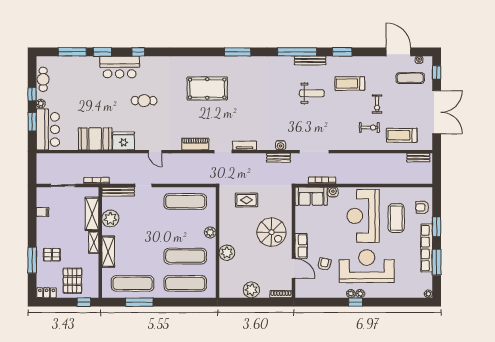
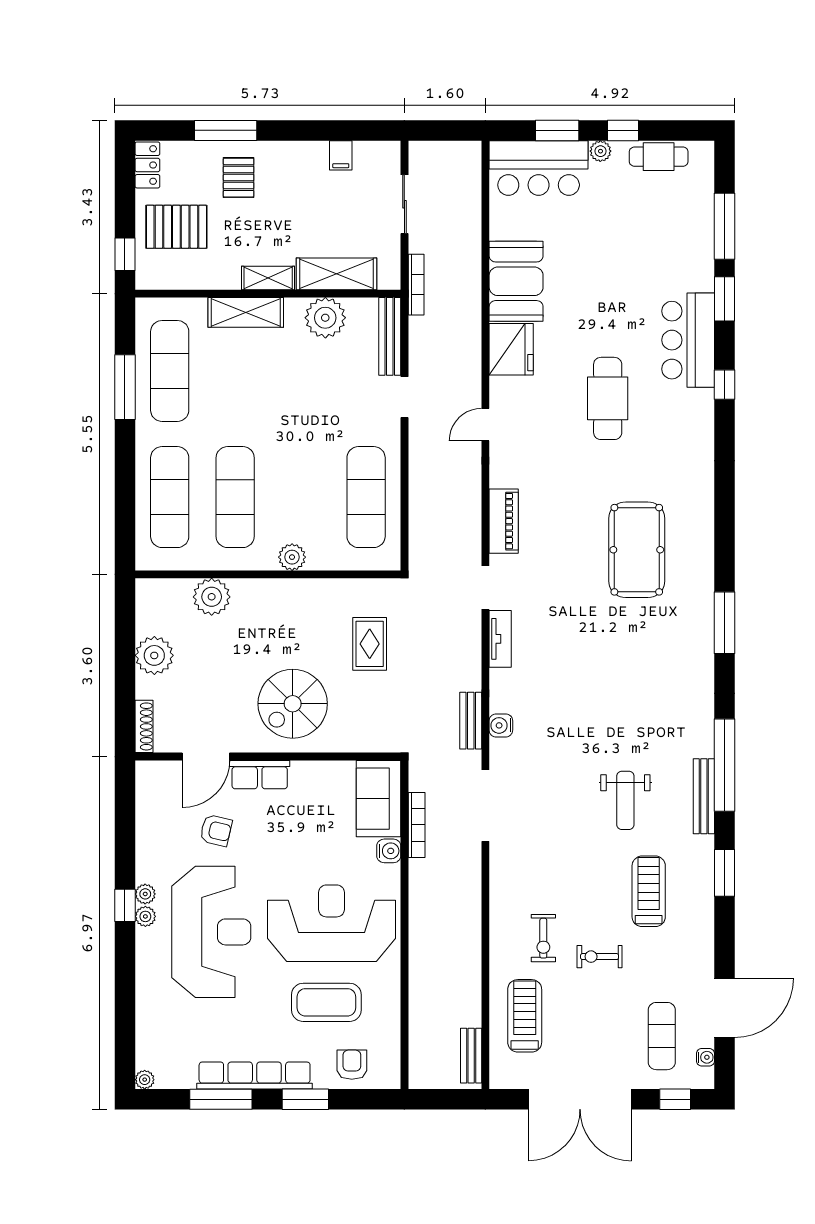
cafe table: (144, 101) -> (608, 398), width x1.37, depth x1.35
plant: (227, 253) -> (212, 597), moved

